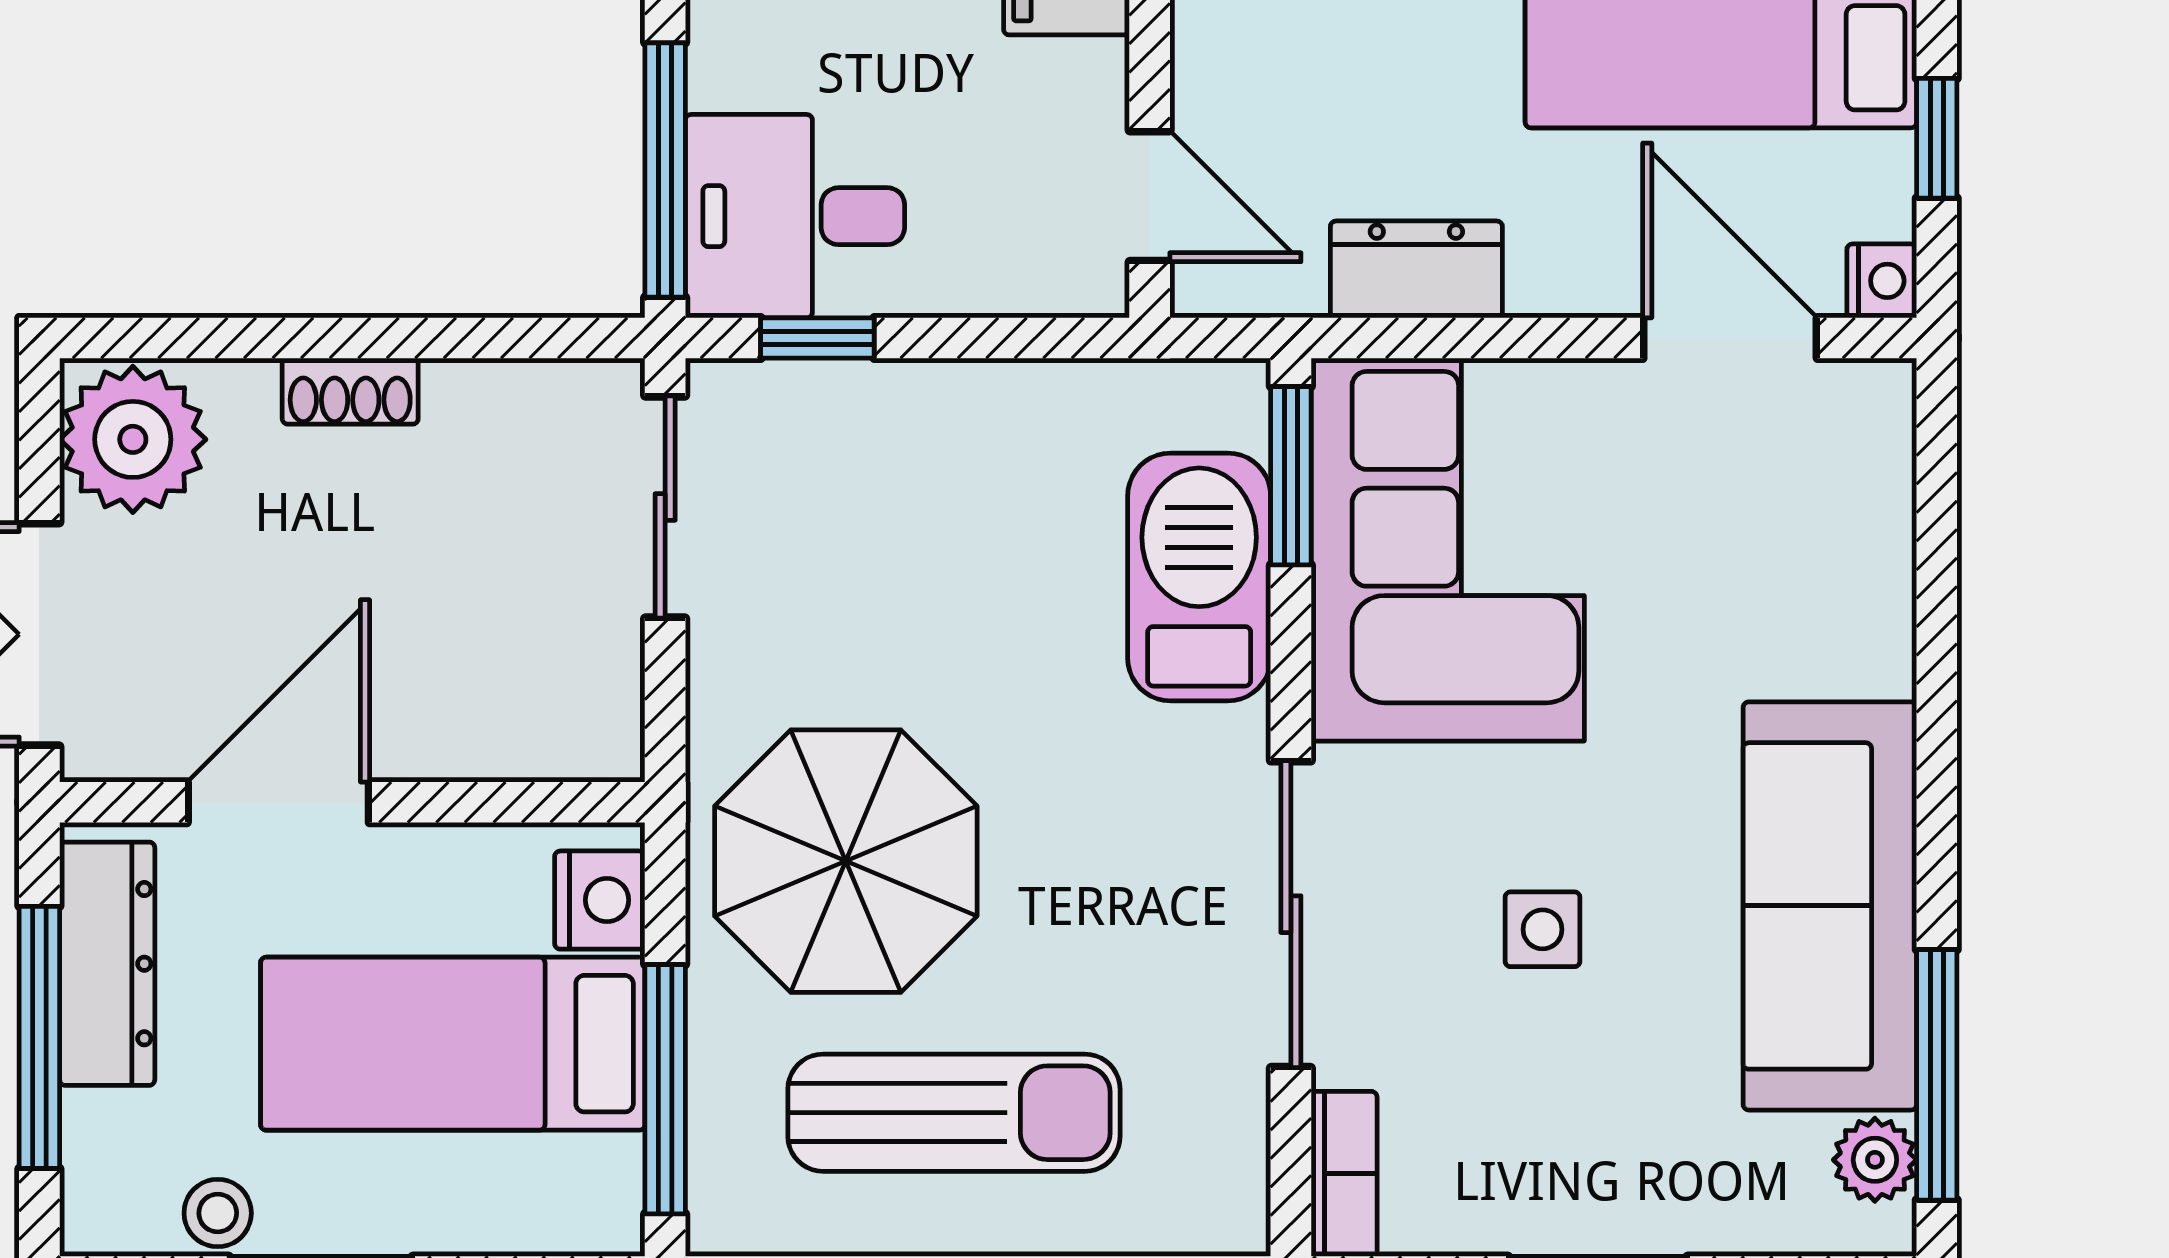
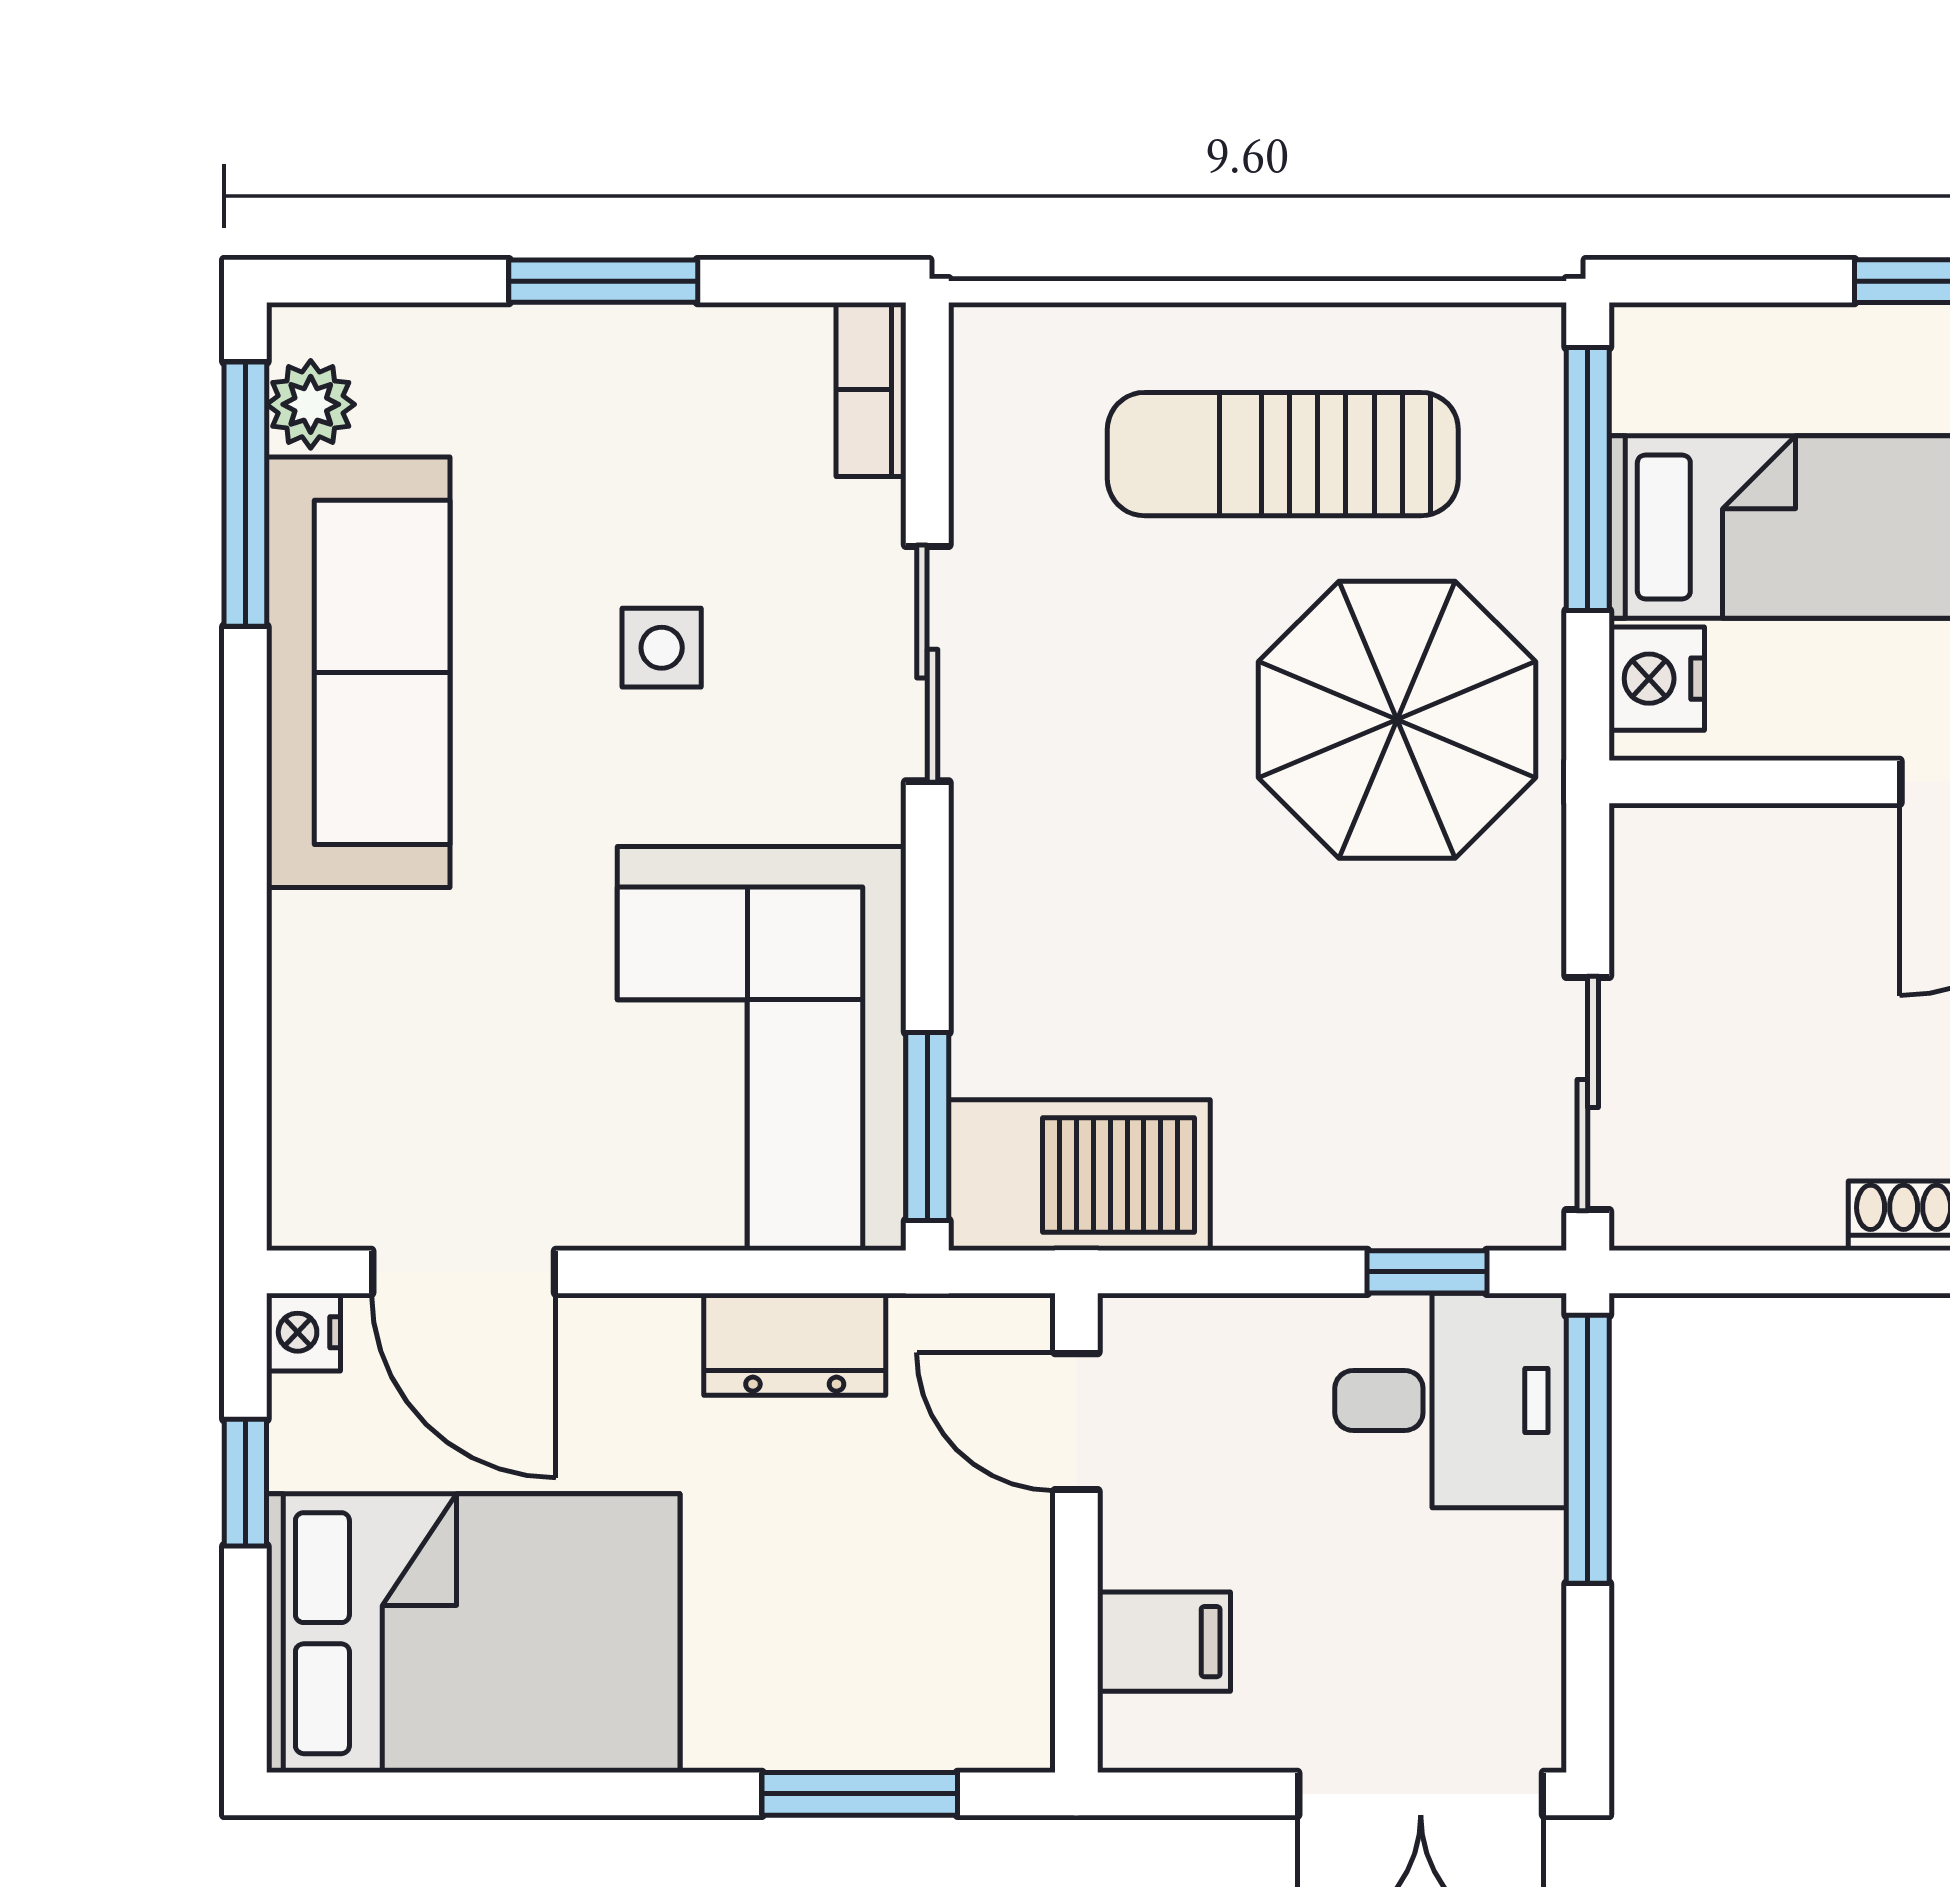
barbecue: (1199, 577) -> (1079, 1175), moved, turned -90
sliding door: (1291, 914) -> (927, 664), width x0.73

